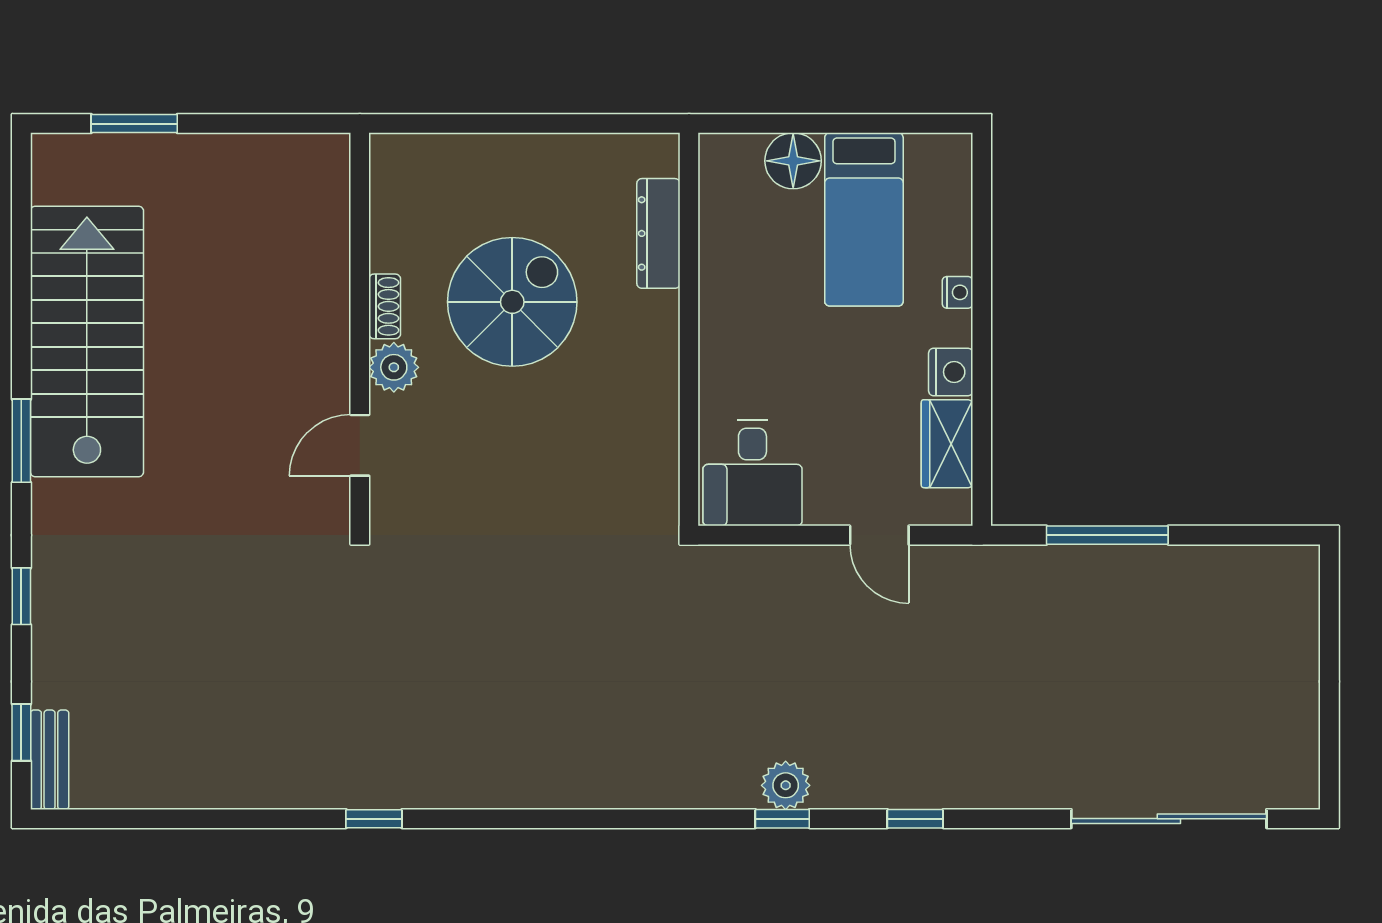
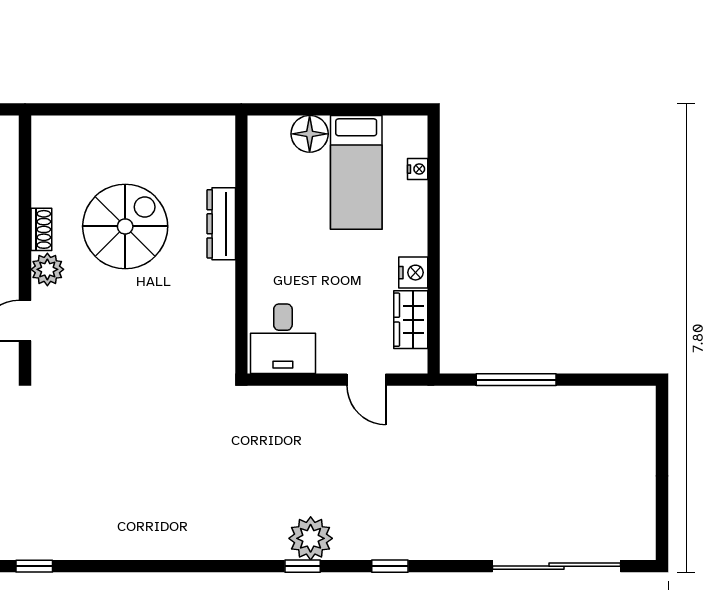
dresser: (658, 233) -> (221, 224), moved
nightstand: (957, 292) -> (418, 169), moved
plant: (786, 785) -> (311, 538), width x1.36, depth x1.36

